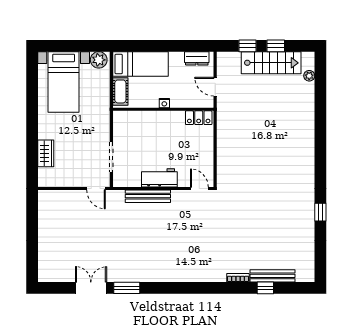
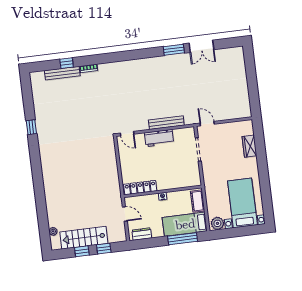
window: (146, 46) -> (183, 239), added
locker: (199, 118) -> (140, 188), width x1.53

